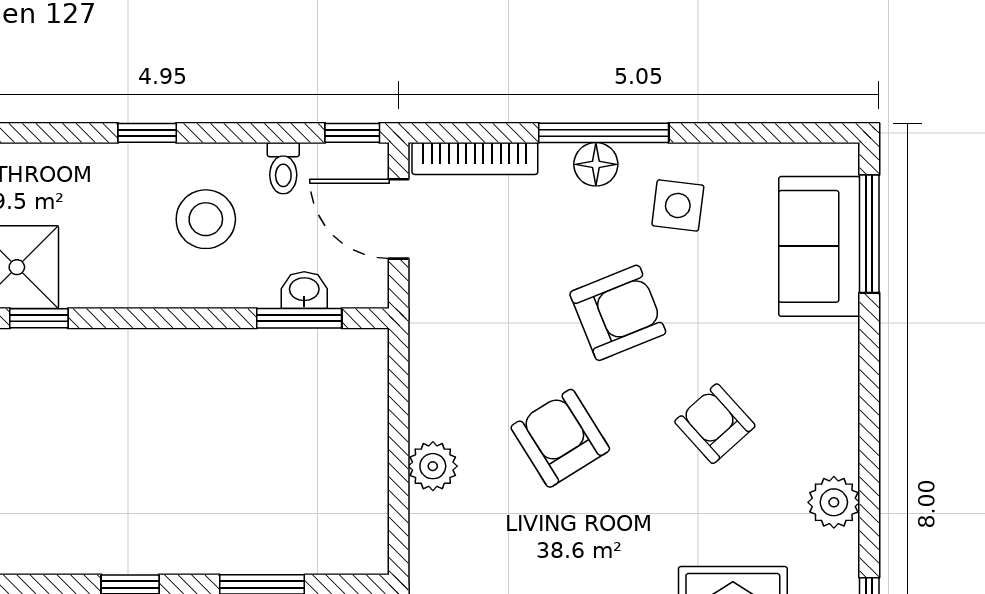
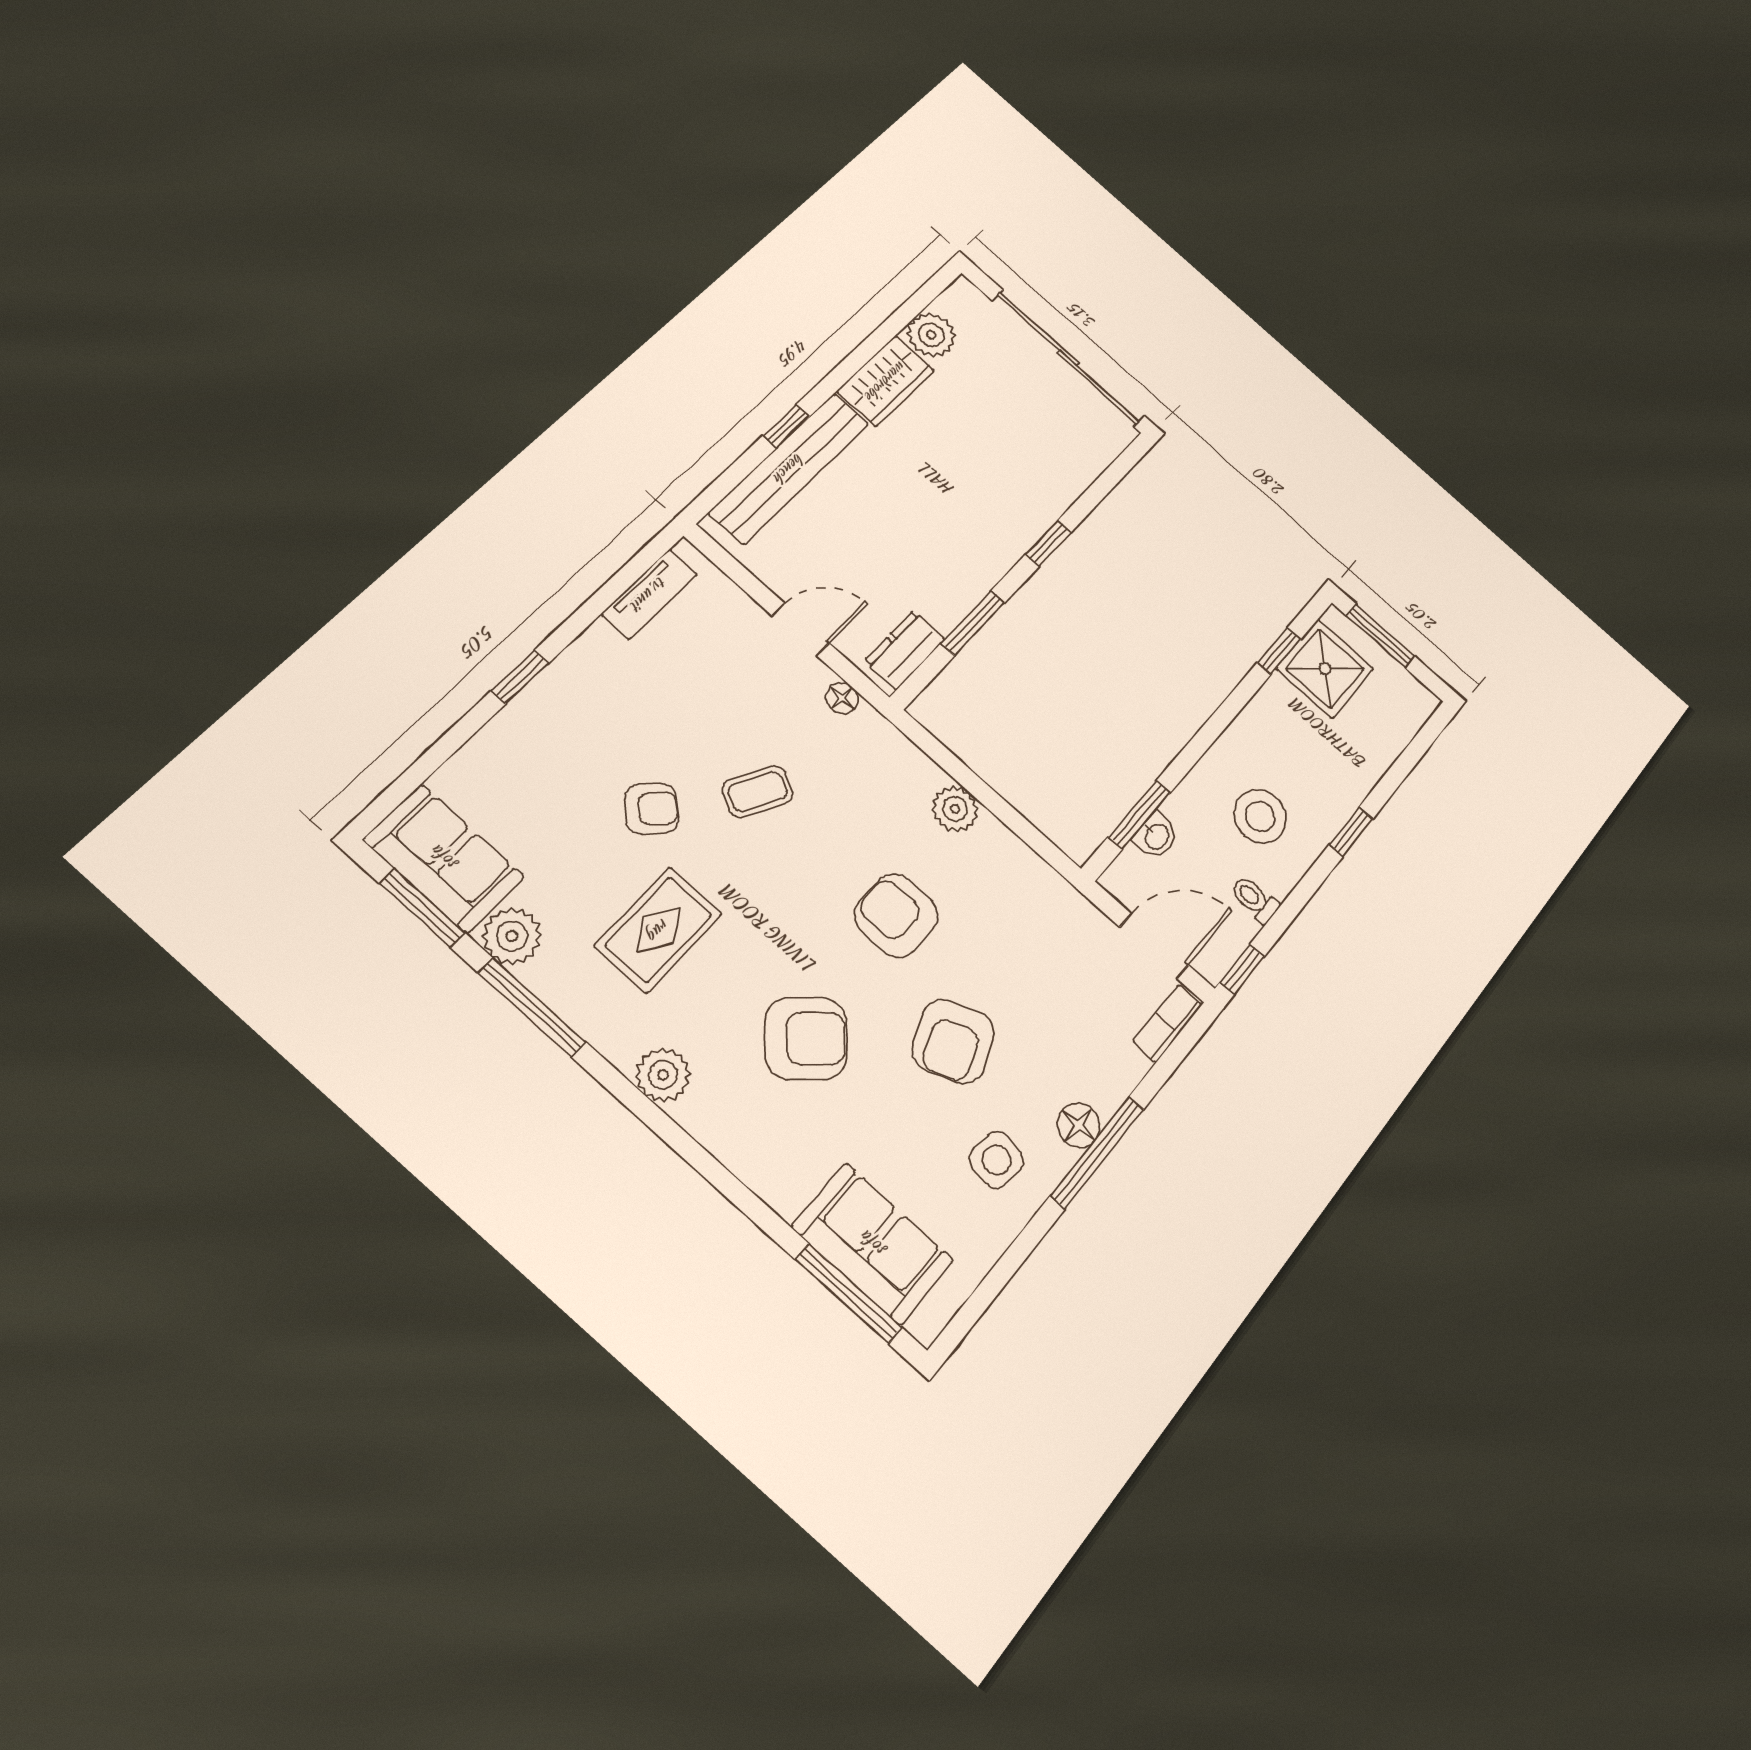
bookcase: (475, 158) -> (1167, 1023), width x0.64
armchair: (715, 424) -> (806, 1038), width x1.38, depth x1.38
armchair: (560, 438) -> (896, 915), turned -148

